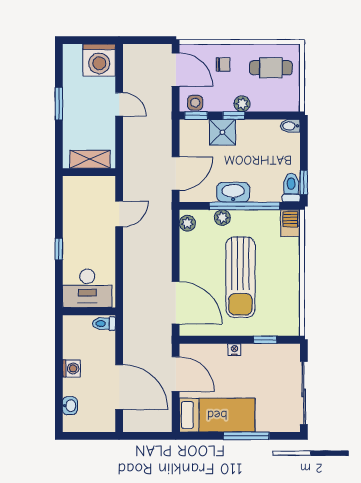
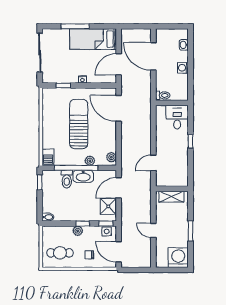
washing machine: (99, 60) -> (178, 258), moved
shower: (222, 132) -> (108, 206), moved
toilet: (291, 188) -> (67, 179), moved
desk: (87, 288) -> (177, 117), width x0.73
door: (176, 374) -> (119, 64), hinge flipped

